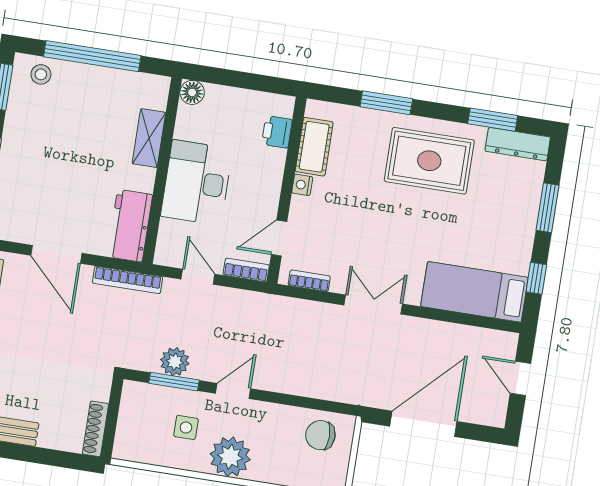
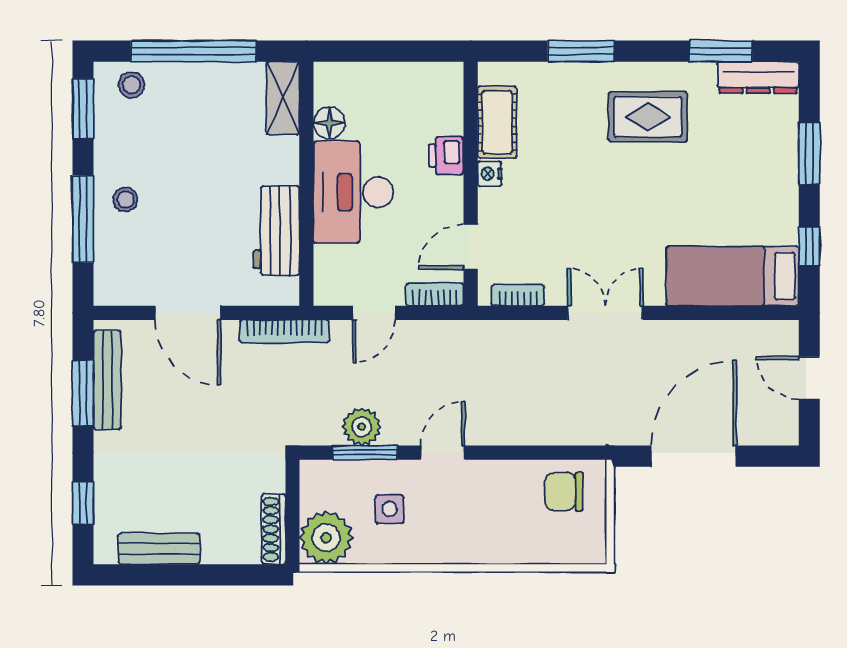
floor lamp: (192, 92) -> (329, 123), moved
printer: (277, 132) -> (446, 156), moved
shelving: (149, 138) -> (283, 98), moved
stool: (23, 161) -> (126, 199), added
rug: (429, 161) -> (648, 117), width x0.73, depth x0.70
workbench: (130, 226) -> (276, 231), moved
door: (198, 277) -> (374, 313), swing flipped
plant: (230, 457) -> (326, 538), moved

